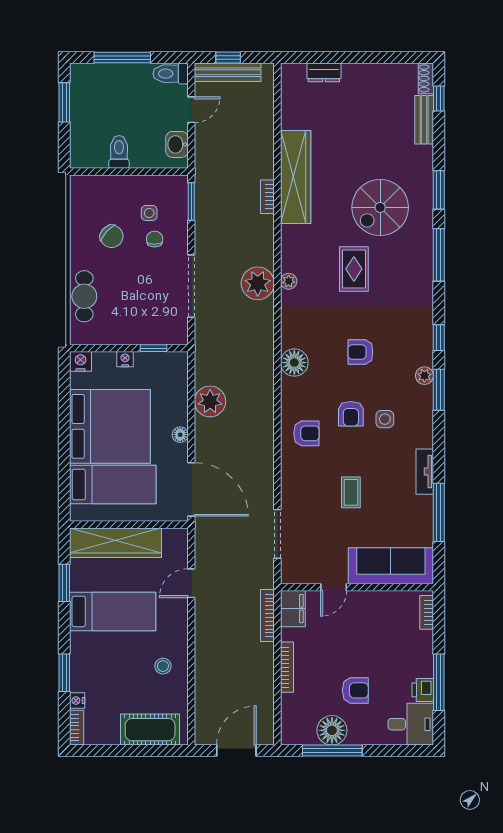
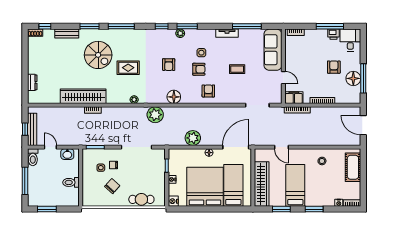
bench: (424, 120) -> (67, 33), moved
plant: (258, 283) -> (155, 115), moved
window: (64, 673) -> (314, 209), moved

